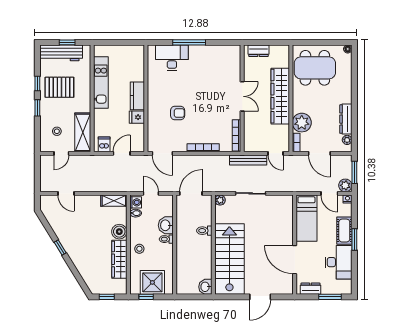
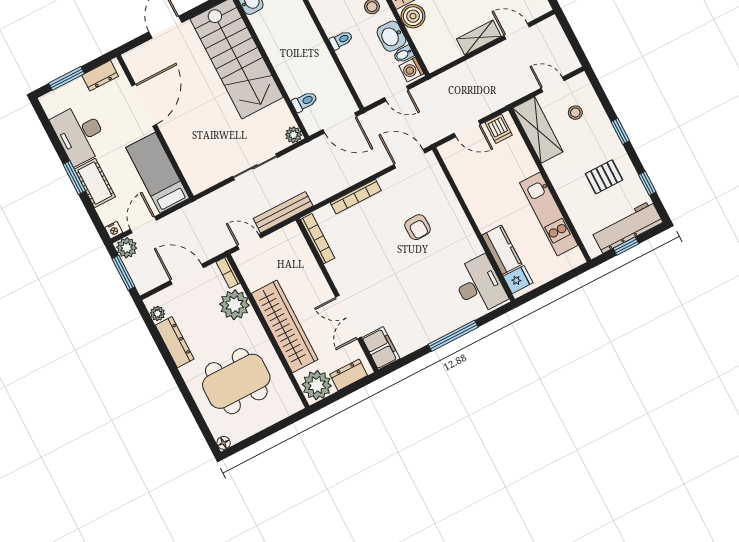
plant: (279, 54) -> (317, 385), added
filing cabinet: (233, 56) -> (381, 348), added
desk: (172, 58) -> (479, 285), moved, turned -90
dining table: (315, 68) -> (236, 381), moved
window: (37, 84) -> (647, 183), moved
pallet: (59, 87) -> (604, 177), width x0.67, depth x0.71
kitchen counter: (137, 96) -> (502, 250), moved
double door: (242, 96) -> (348, 317), moved
armchair: (178, 113) -> (418, 227), turned -92
fridge: (137, 117) -> (518, 280), moved
door: (61, 153) -> (553, 85), hinge flipped
door: (122, 153) -> (467, 129), hinge flipped
door: (191, 193) -> (340, 123), hinge flipped
door: (329, 193) -> (143, 225), hinge flipped
shelving: (114, 201) -> (479, 38), moved
washbasin: (166, 225) -> (391, 36), moved, turned 180
toilet: (204, 231) -> (305, 102), moved
door: (295, 260) -> (144, 105), hinge flipped

